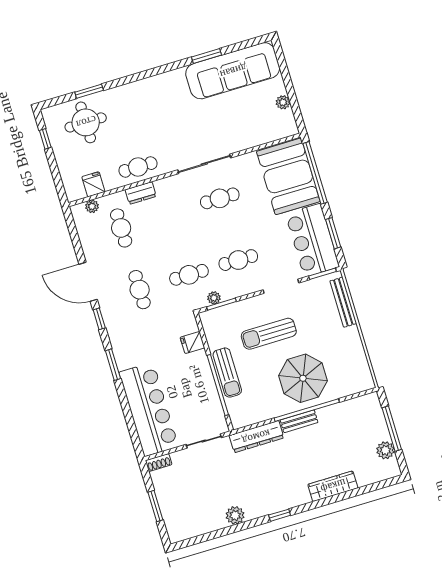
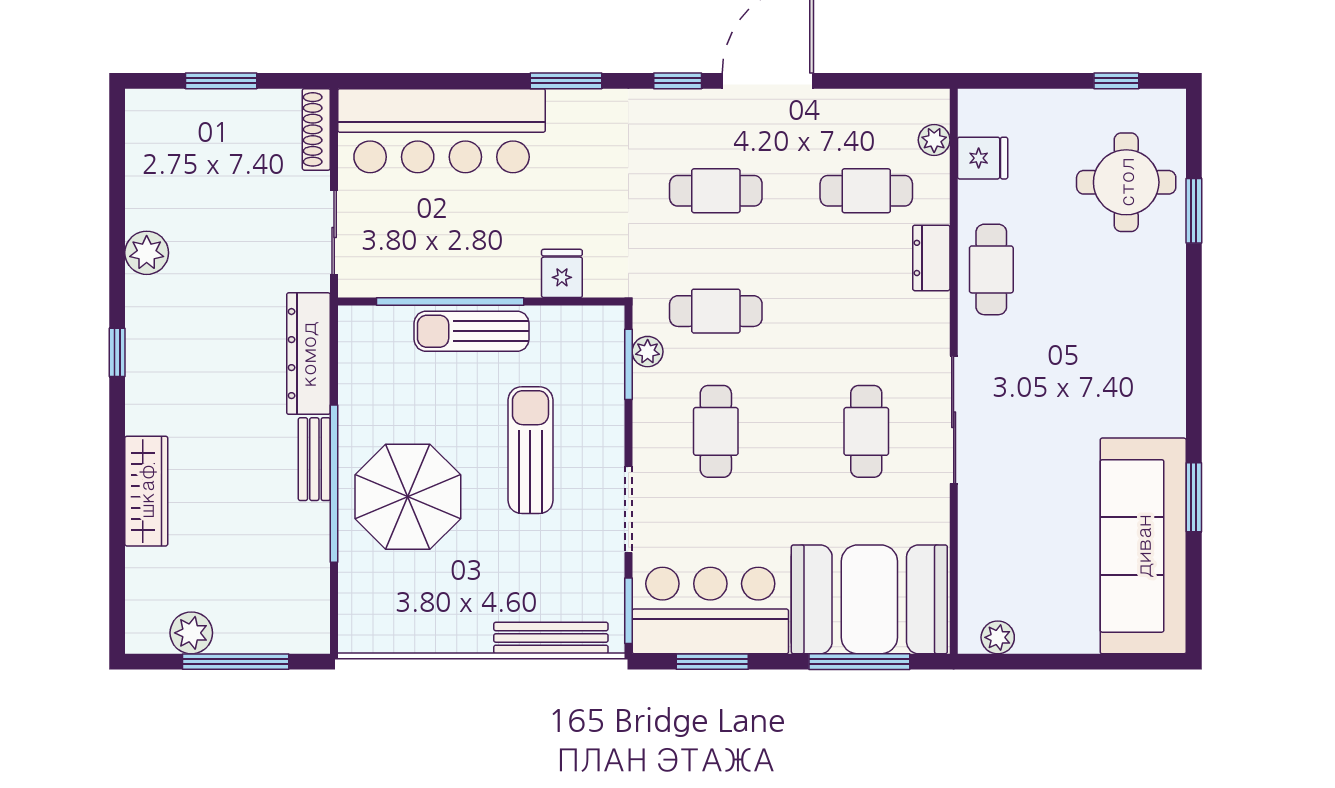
plant: (283, 102) -> (998, 637), moved
window: (315, 173) -> (859, 662), width x0.68
cafe table: (189, 275) -> (716, 311), turned 90
shoe rack: (159, 462) -> (316, 129), width x1.43

